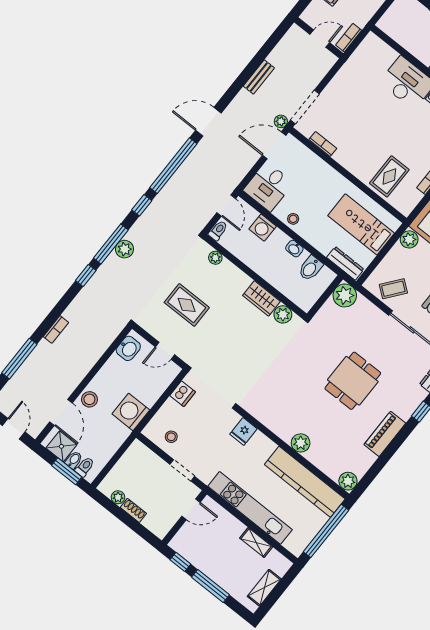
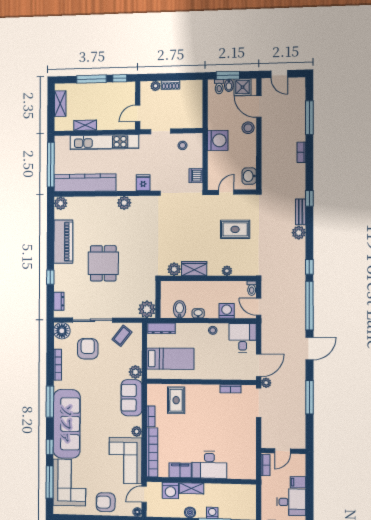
bench: (259, 77) -> (301, 212), moved
window: (111, 244) -> (309, 397), moved
plant: (215, 258) -> (227, 271), moved
piano: (385, 434) -> (63, 242), width x1.37, depth x1.33
plant: (301, 443) -> (124, 203), moved
plant: (118, 497) -> (156, 86), moved

